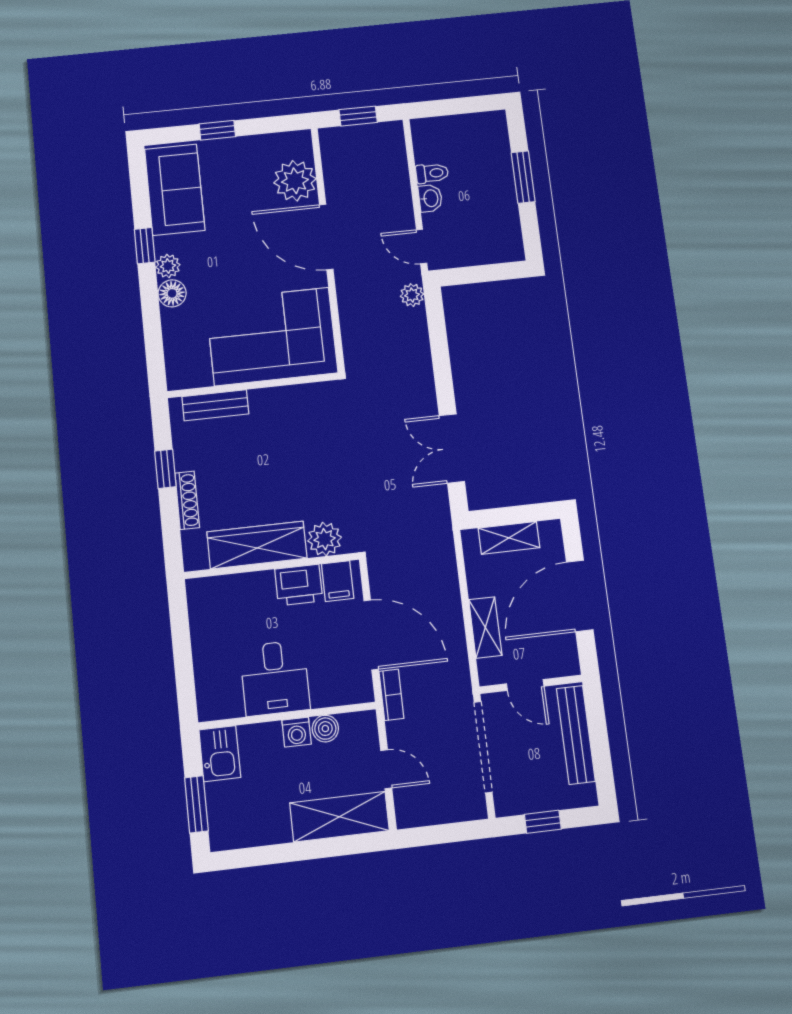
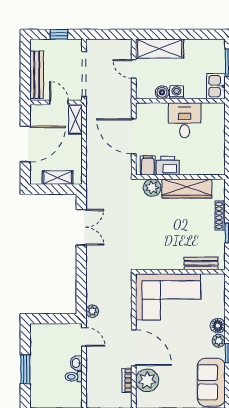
shelving: (485, 627) -> (75, 119), moved
bookcase: (391, 695) -> (127, 380), moved

